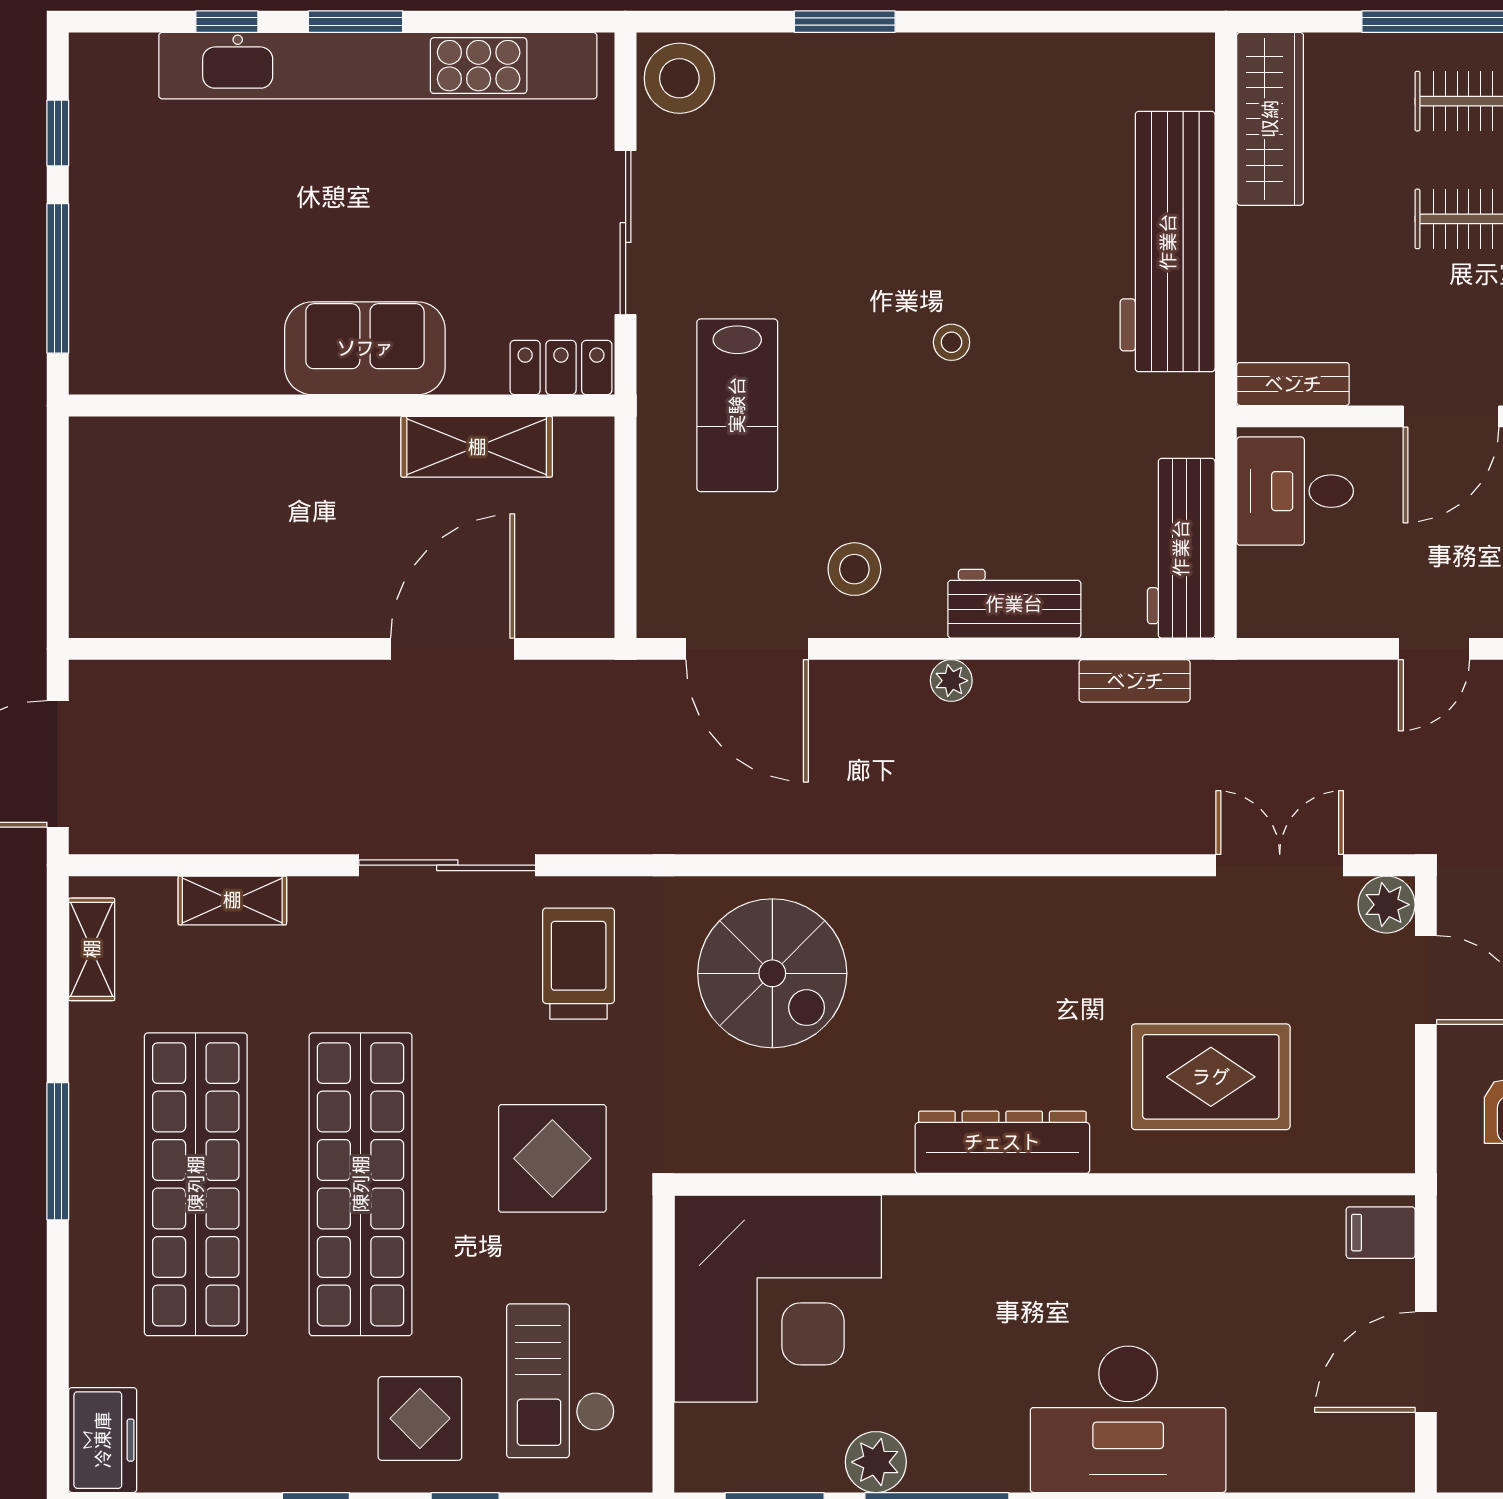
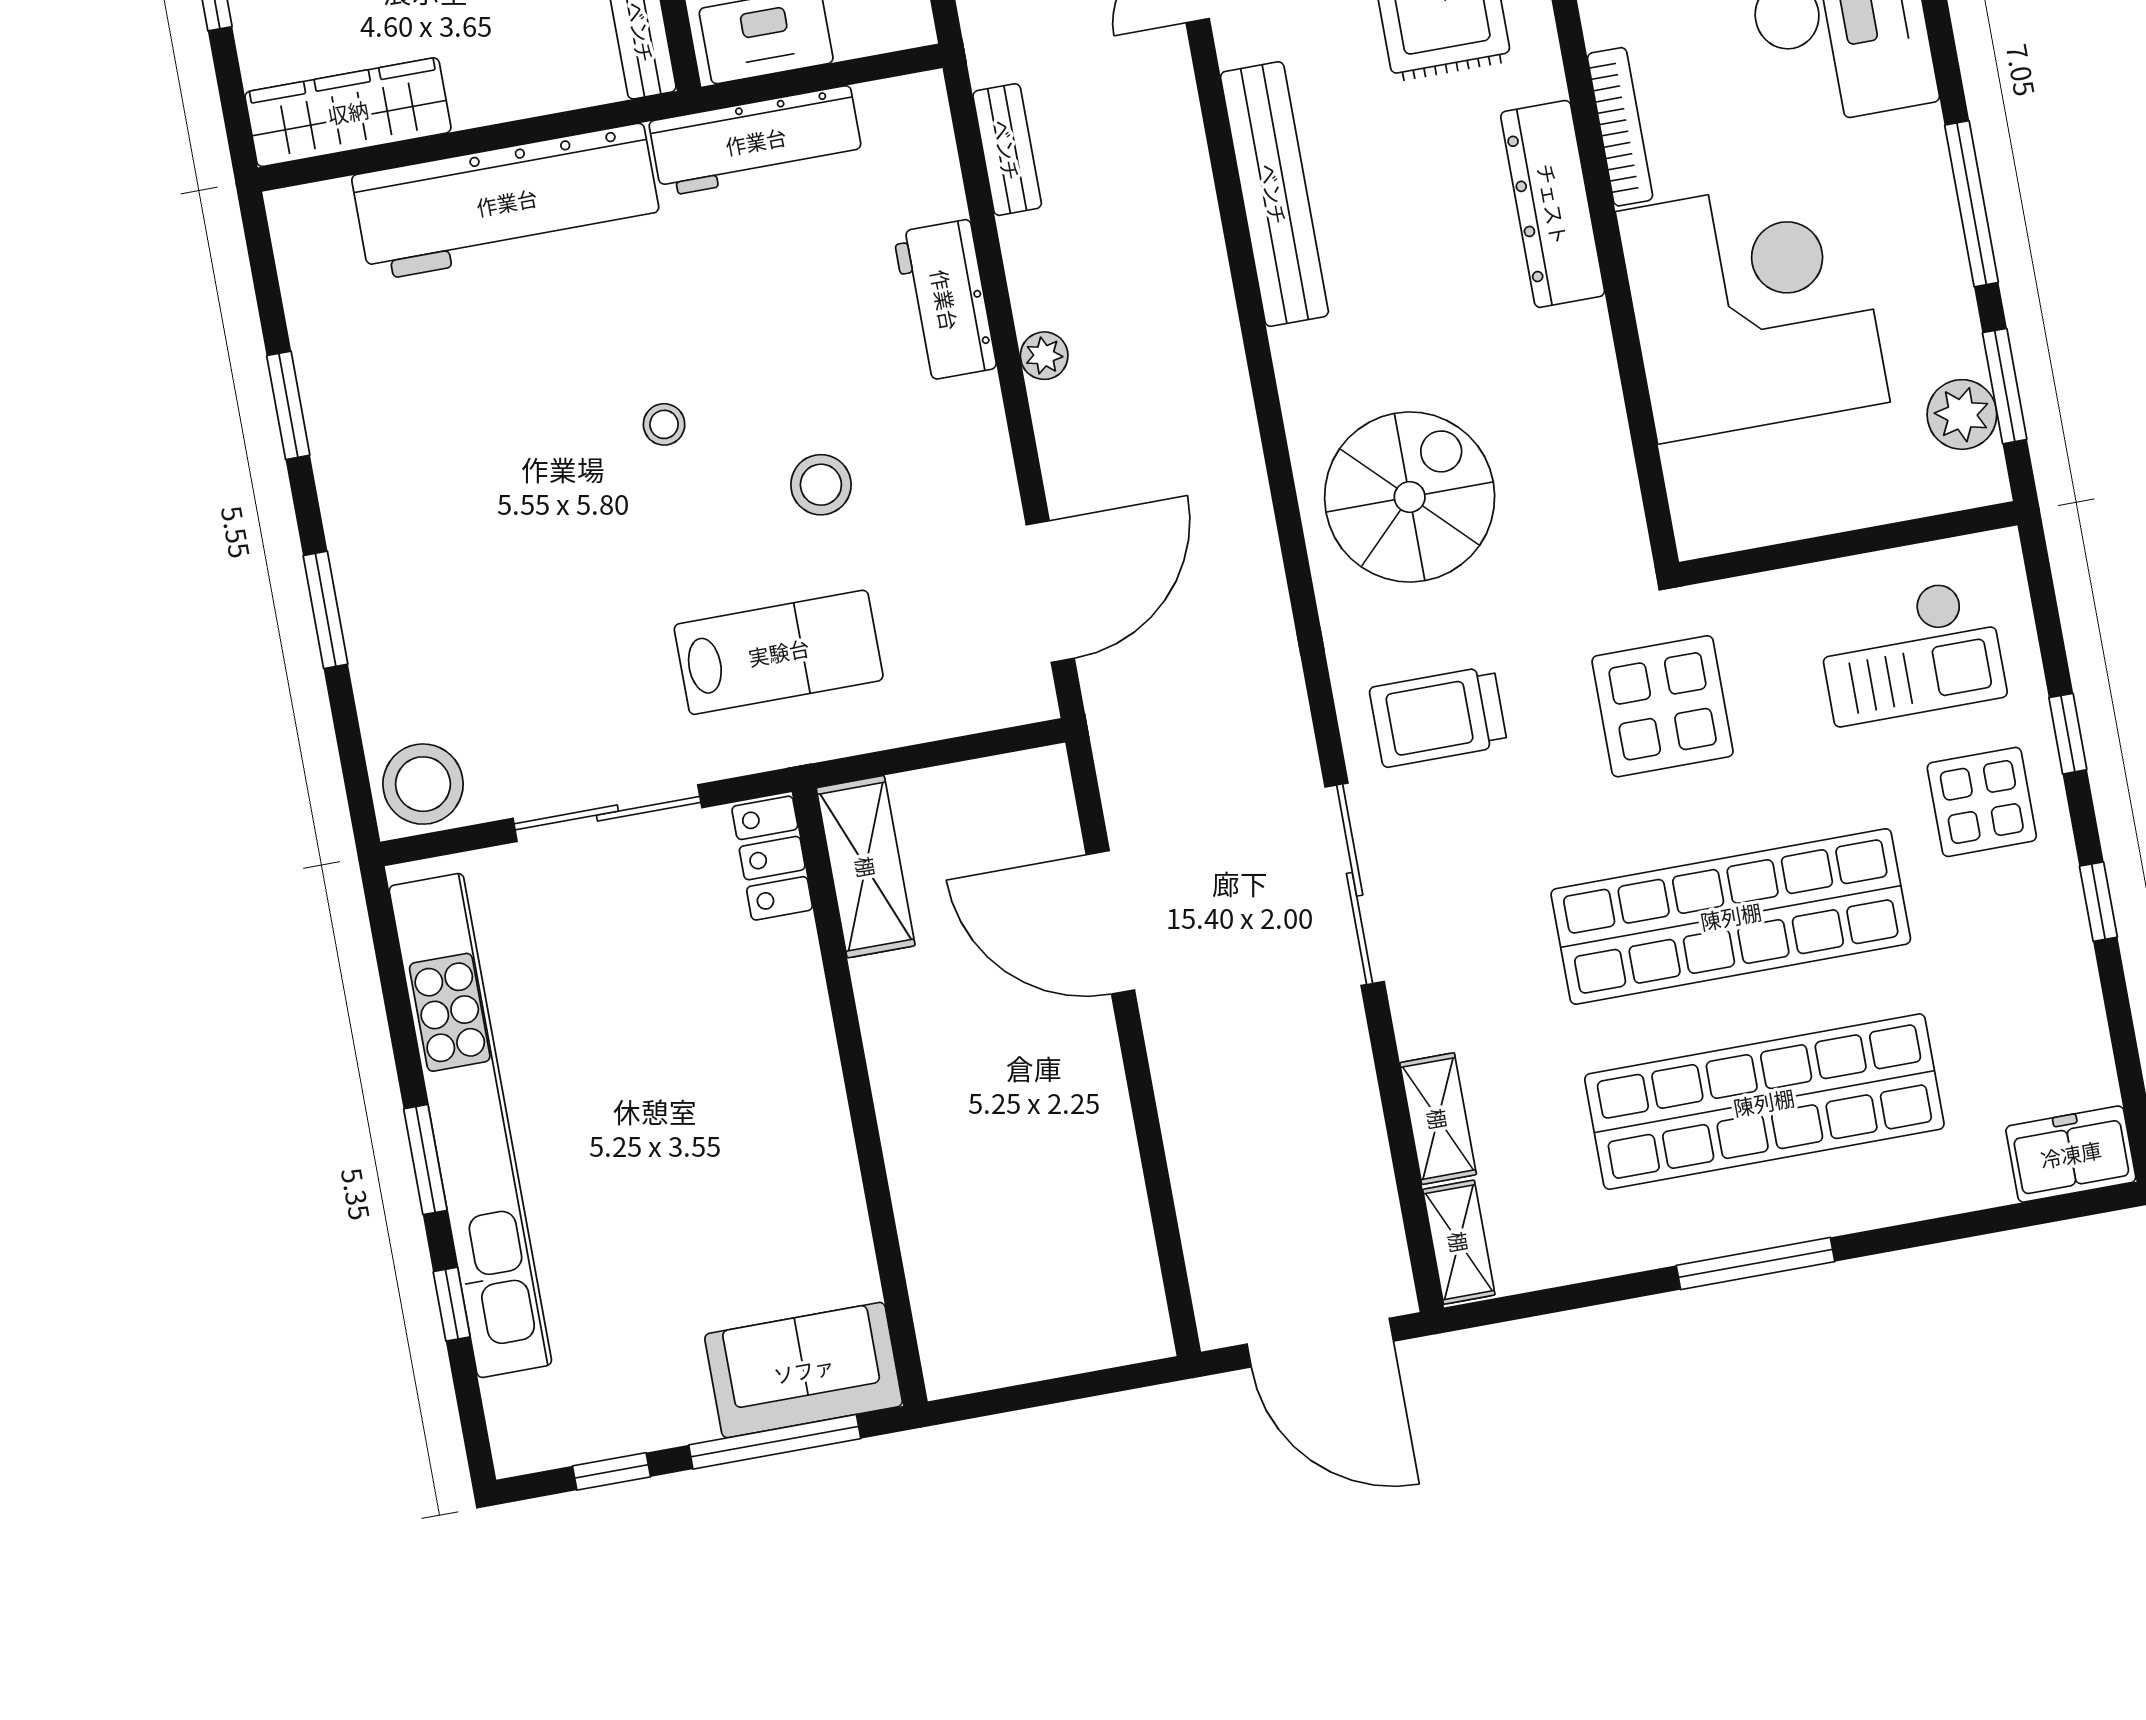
window: (1027, 22) -> (288, 405), added
sofa: (365, 348) -> (804, 1370), moved, turned 90
shelving: (477, 447) -> (866, 867), moved
workbench: (1181, 548) -> (756, 141), moved
stool: (854, 569) -> (821, 485), moved
bench: (1054, 904) -> (1274, 194), added
shelving: (92, 949) -> (1459, 1242), moved, turned 90
bookcase: (1058, 1213) -> (1620, 127), added
corner desk: (778, 1299) -> (1753, 307), moved
plant: (876, 1462) -> (1962, 414), moved

